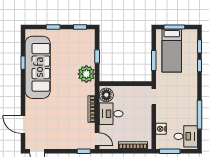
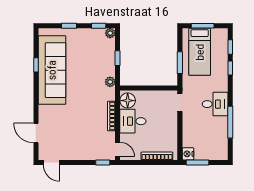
plant: (90, 34) -> (110, 33), added
plant: (86, 74) -> (110, 82), width x0.53, depth x0.53
nightstand: (161, 129) -> (188, 154), moved
desk: (186, 136) -> (215, 104), moved

